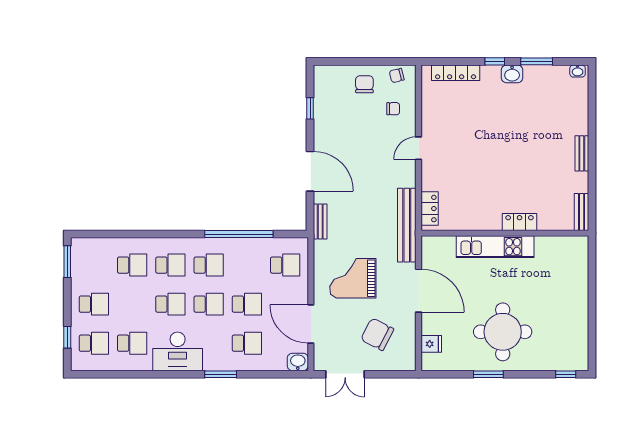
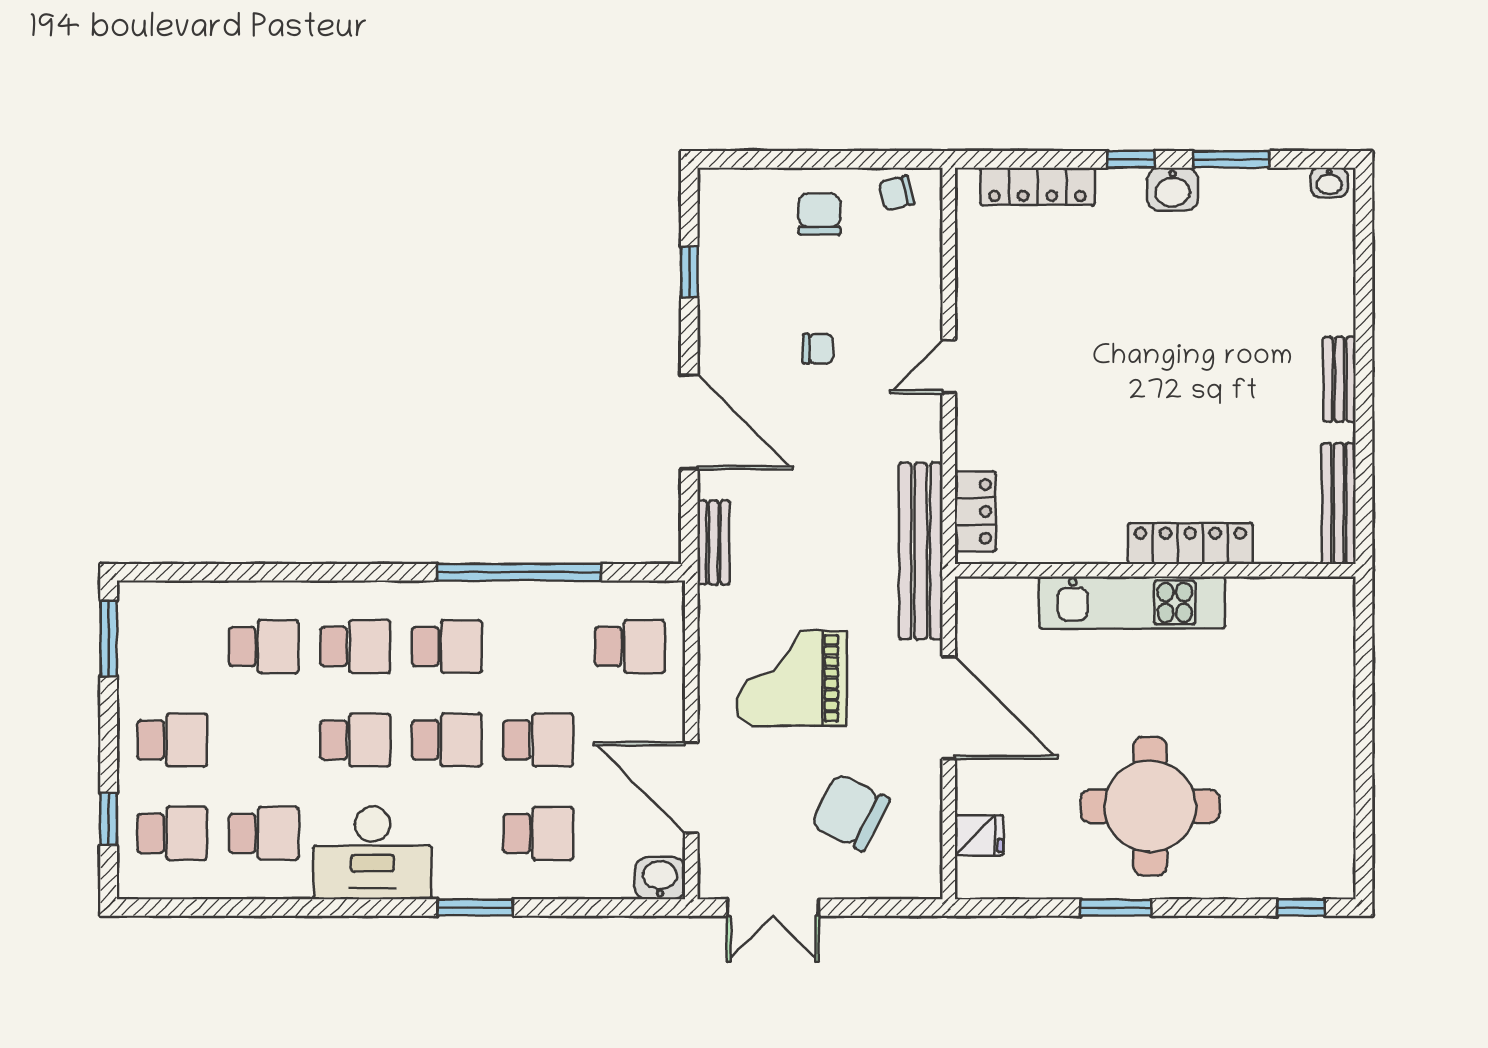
chair: (393, 109) -> (818, 349), moved
bench: (582, 212) -> (1339, 503), width x1.36
locker: (520, 222) -> (1190, 543), width x1.53

